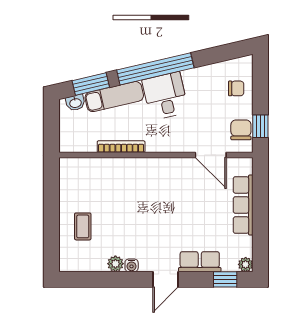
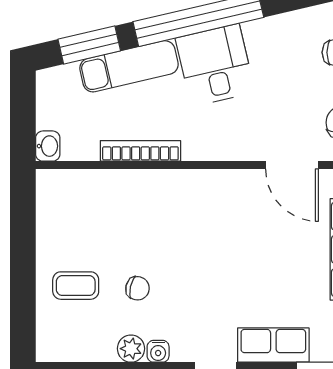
washbasin: (75, 103) -> (48, 146), moved, turned -77
coffee table: (83, 226) -> (76, 286), turned 90
chair: (119, 228) -> (138, 288), added

